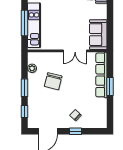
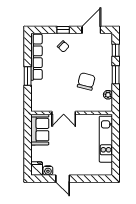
window: (25, 23) -> (116, 142), removed
double door: (75, 51) -> (64, 113), swing flipped
row of seats: (101, 75) -> (36, 57), moved

